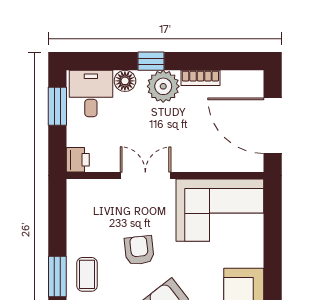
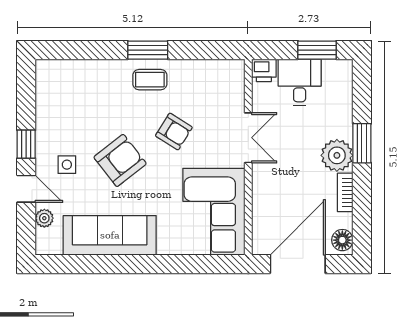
window: (151, 61) -> (362, 143), width x1.50
floor lamp: (125, 81) -> (342, 240), moved
desk: (91, 94) -> (300, 82), moved, turned -90
armchair: (139, 250) -> (174, 131), turned 38

